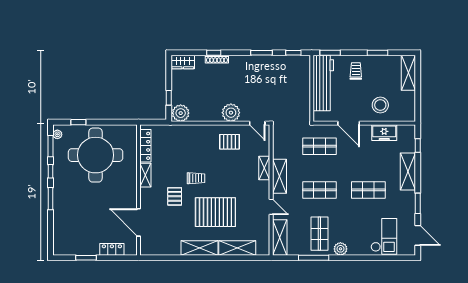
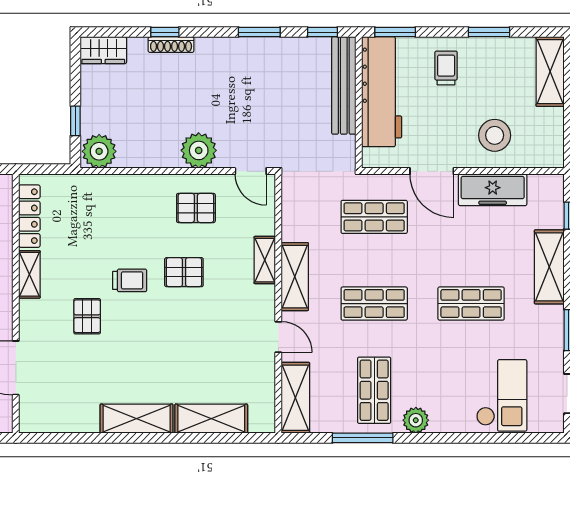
bench: (304, 80) -> (344, 85), added
freezer: (384, 133) -> (493, 190), width x1.40
pallet: (215, 212) -> (184, 272), moved, width x0.49, depth x0.50

